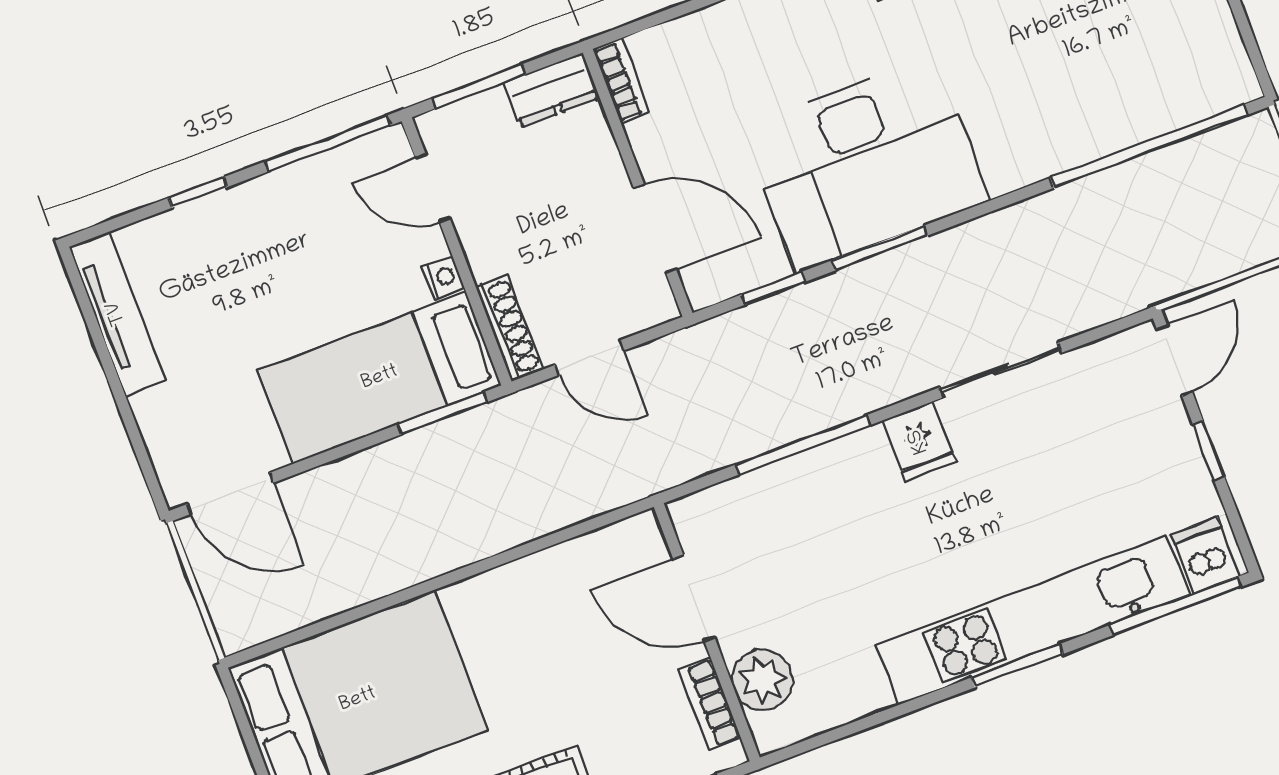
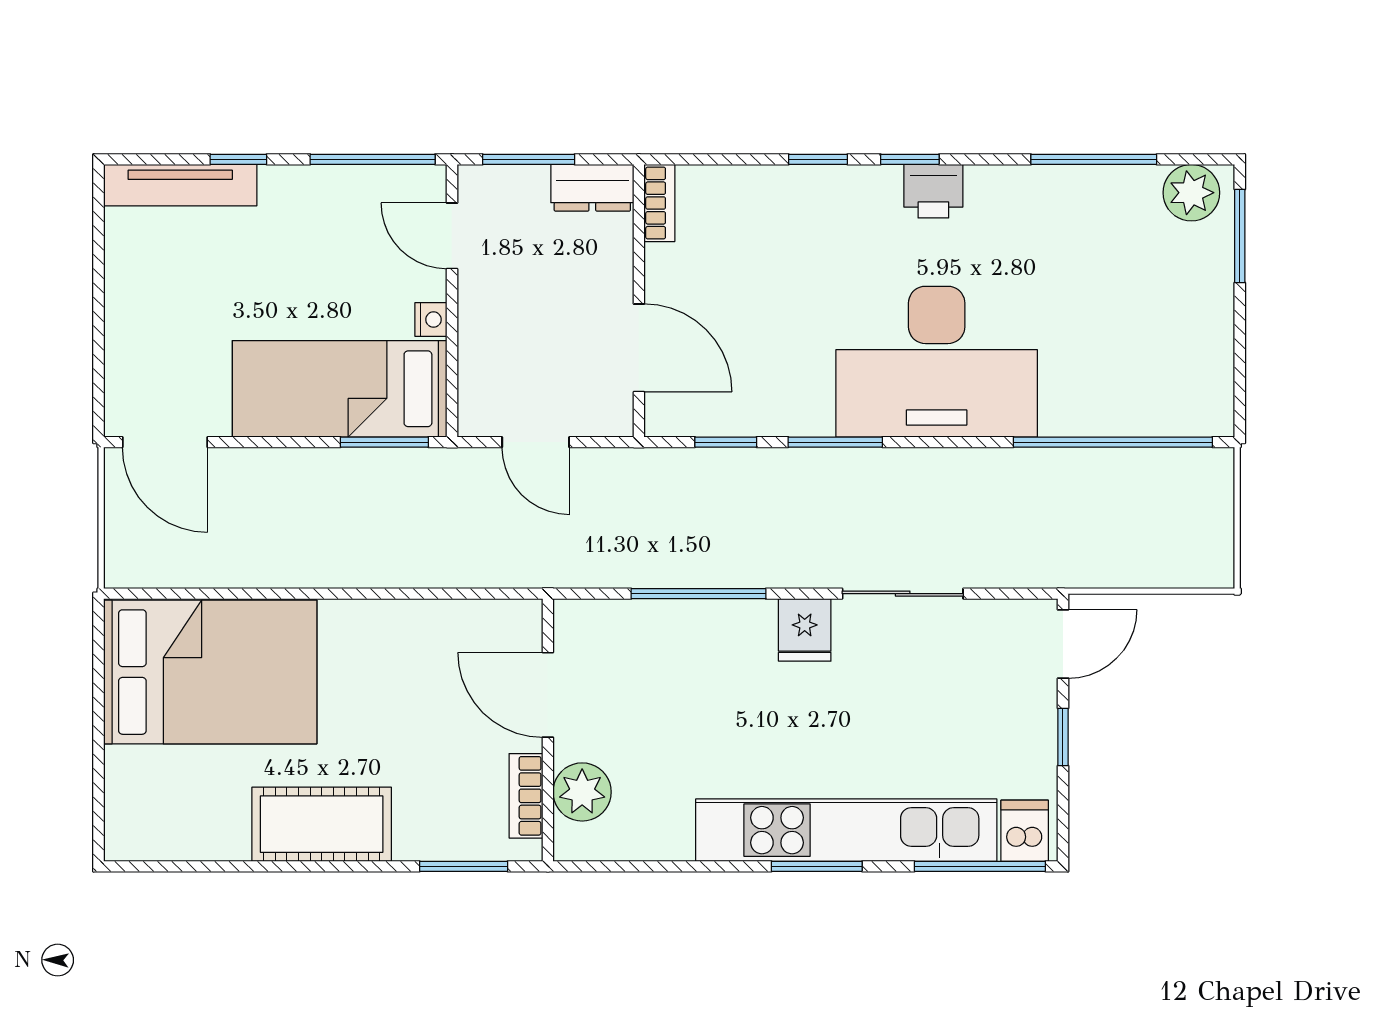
desk: (866, 164) -> (937, 362), moved
tv unit: (117, 313) -> (180, 185), moved, turned 90
shoe rack: (510, 328) -> (474, 388), removed

